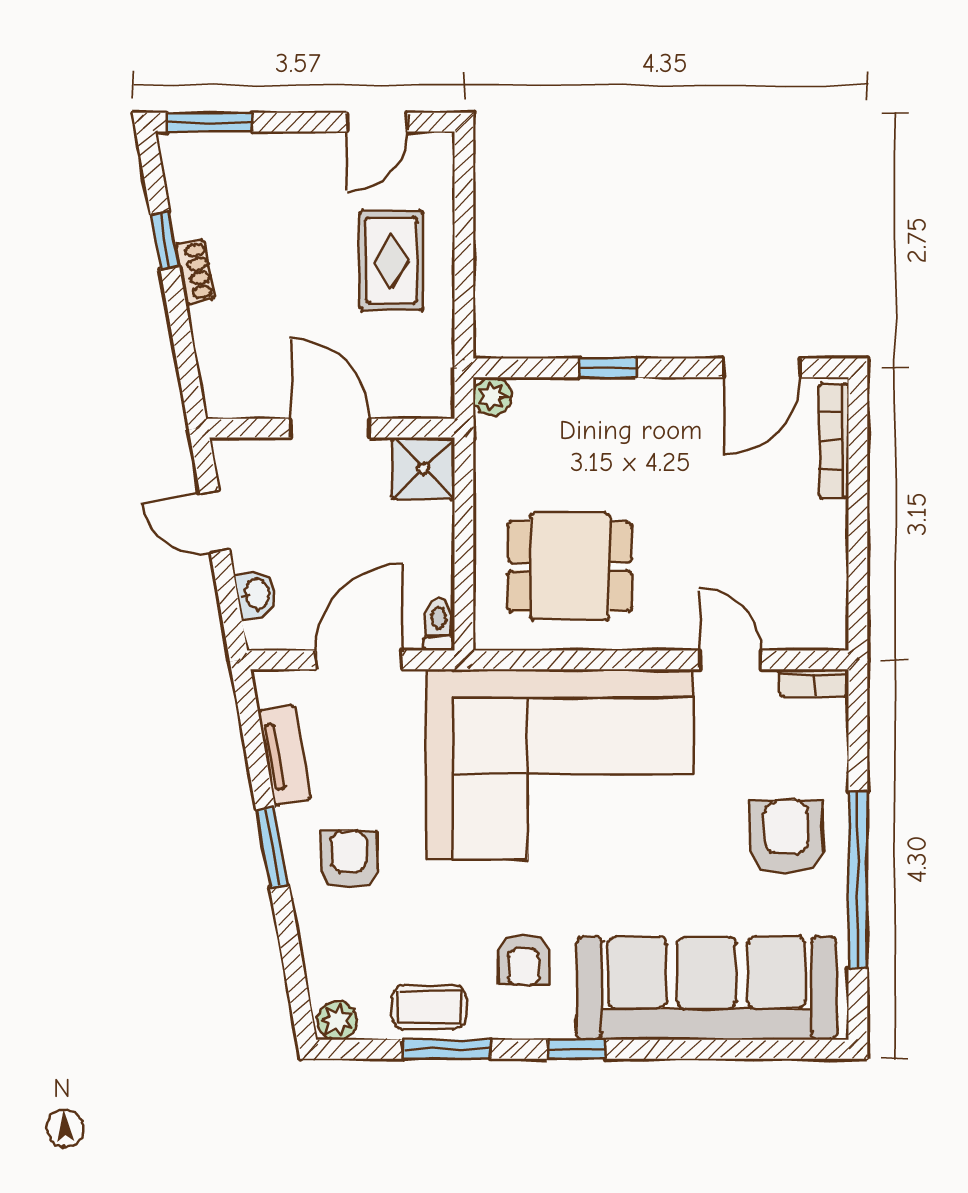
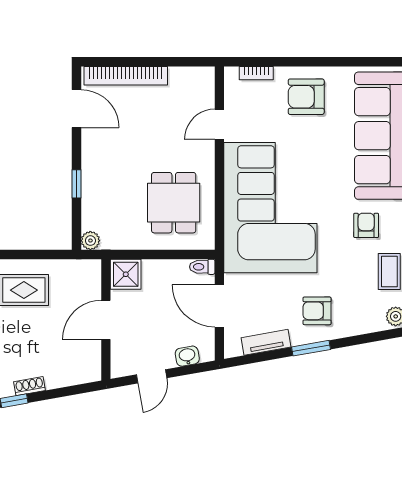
bookcase: (834, 441) -> (126, 76), width x1.48, depth x1.31
bookcase: (814, 683) -> (256, 73), moved, turned 90
window: (858, 880) -> (327, 62), removed
armchair: (523, 960) -> (366, 225), turned -90

